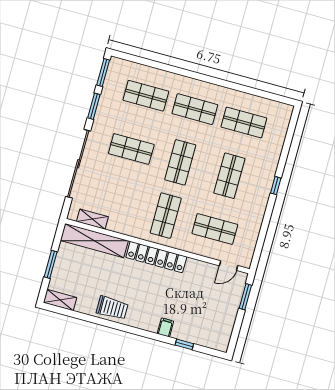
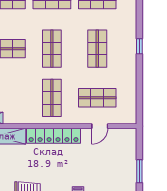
door: (229, 266) -> (100, 126), moved
window: (245, 297) -> (139, 171), moved

